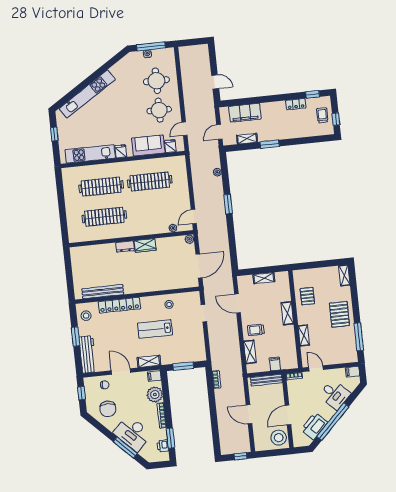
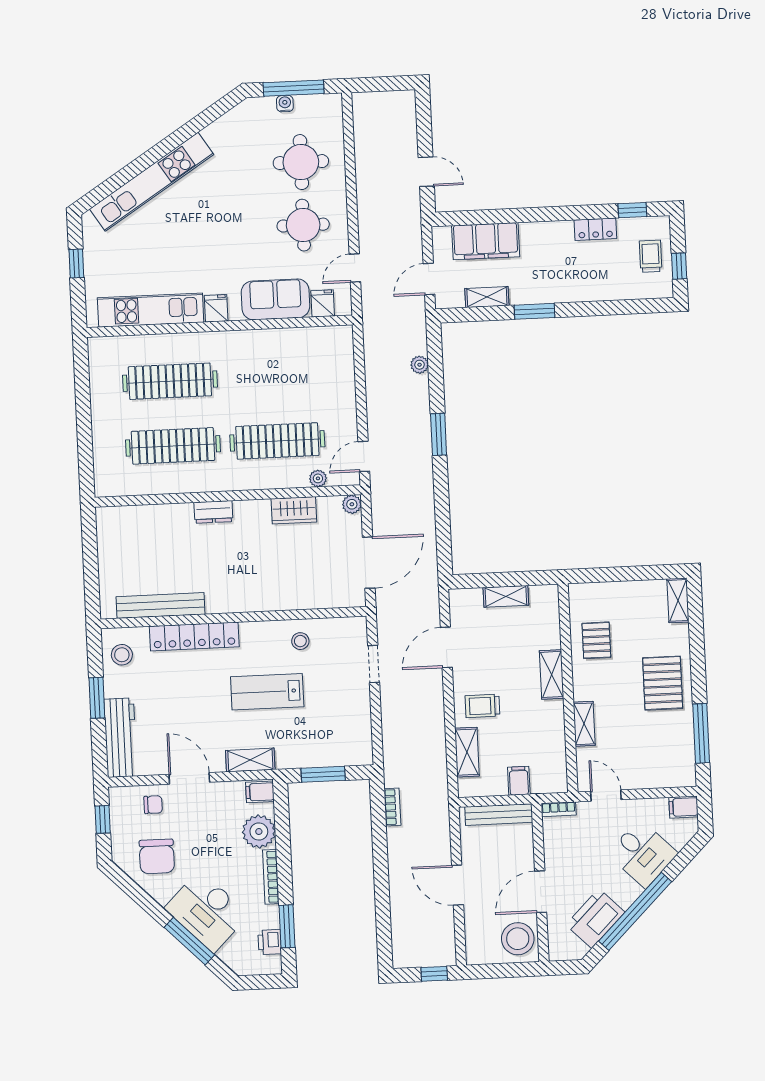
clothes rail: (150, 181) -> (277, 441), moved
wardrobe: (145, 245) -> (294, 510), moved
door: (237, 303) -> (446, 647), hinge flipped

